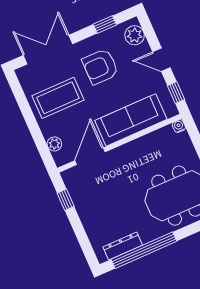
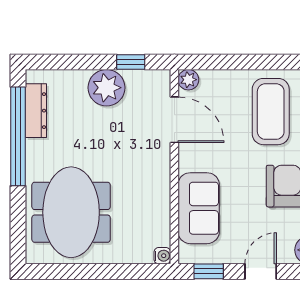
sofa: (131, 120) -> (199, 208), width x0.73
plant: (54, 144) -> (188, 80), moved
plant: (89, 208) -> (106, 88), added

